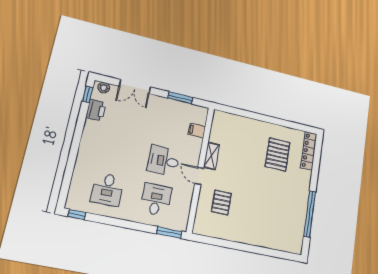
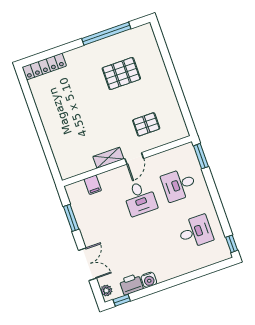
water cooler: (91, 126) -> (149, 280), added
pallet: (278, 155) -> (121, 74), moved

